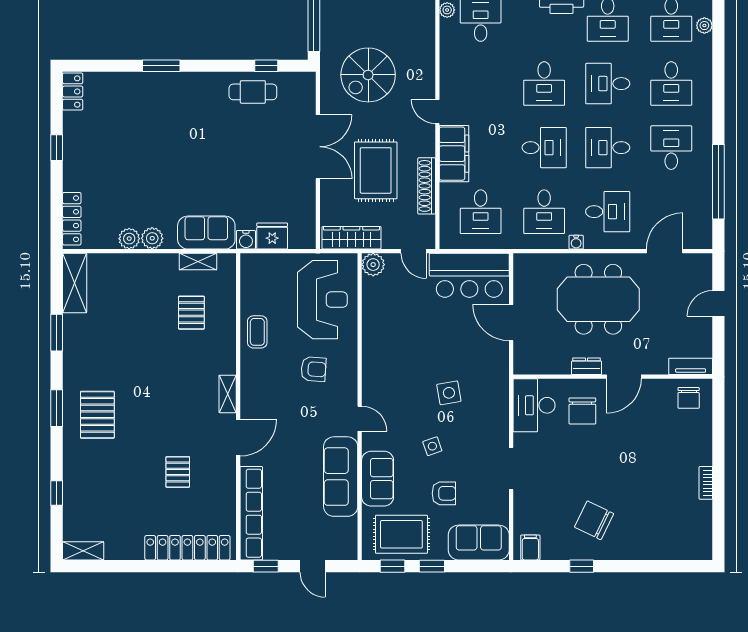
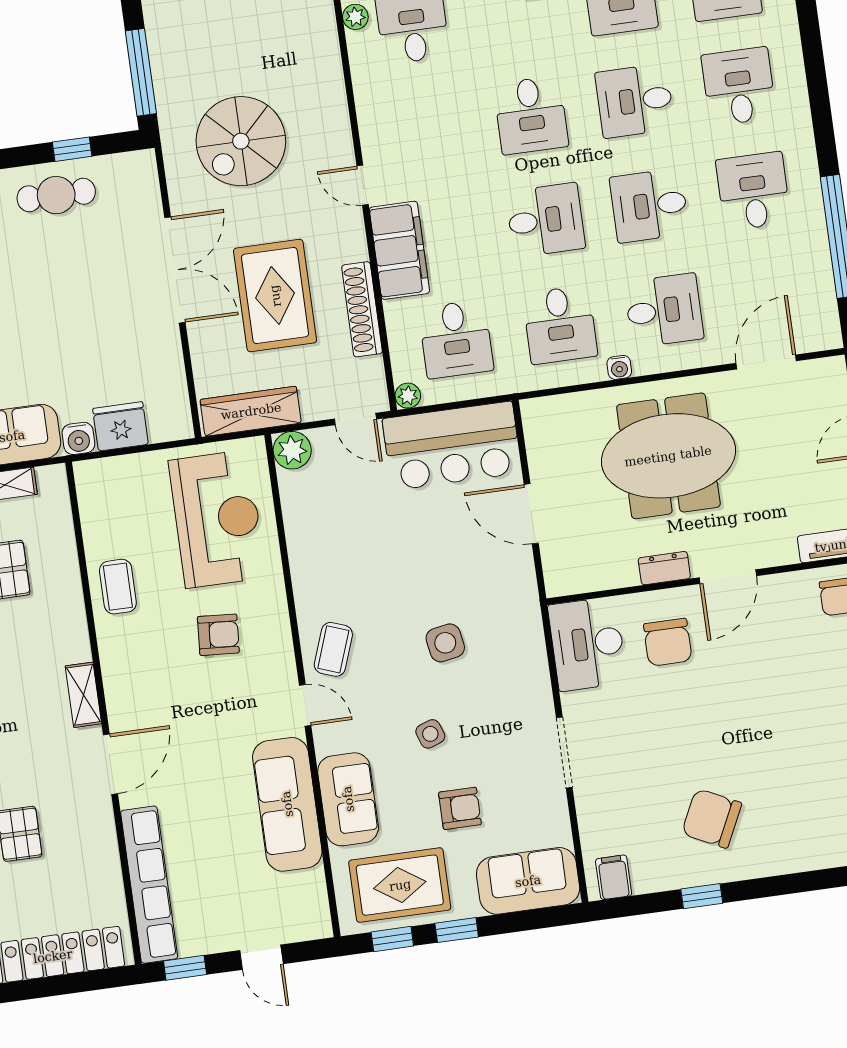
desk: (671, 84) -> (739, 86), turned 180
plant: (447, 241) -> (408, 396), added
coffee table: (381, 387) -> (333, 649), added

